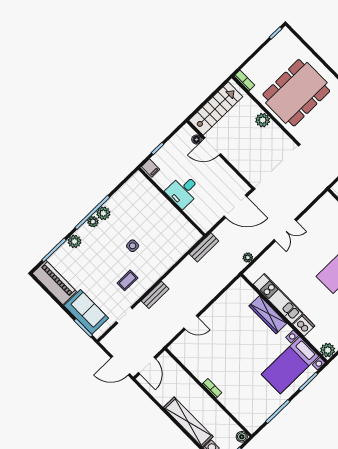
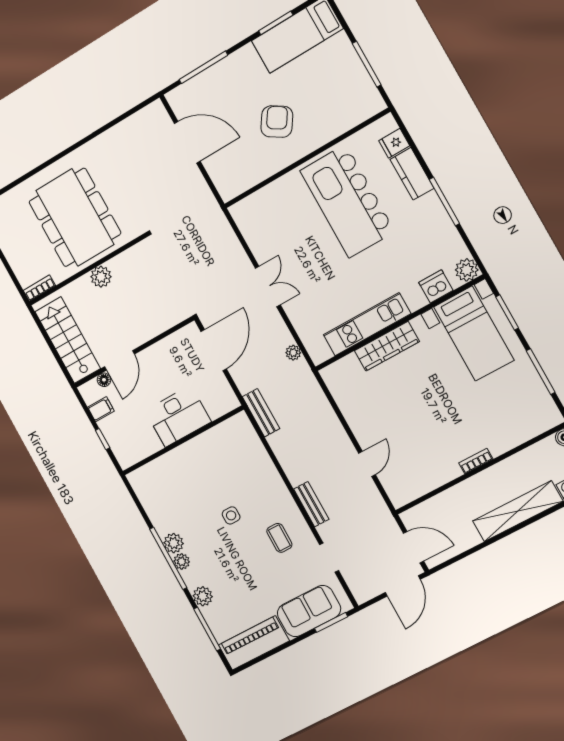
filing cabinet: (151, 168) -> (101, 409), moved
desk: (183, 191) -> (178, 416), width x1.37
dishwasher: (304, 325) -> (436, 286), moved

